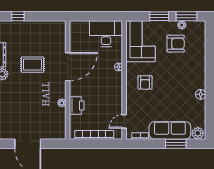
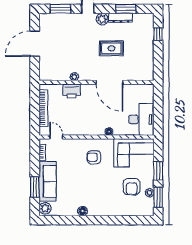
rug: (33, 65) -> (111, 48), turned 90

